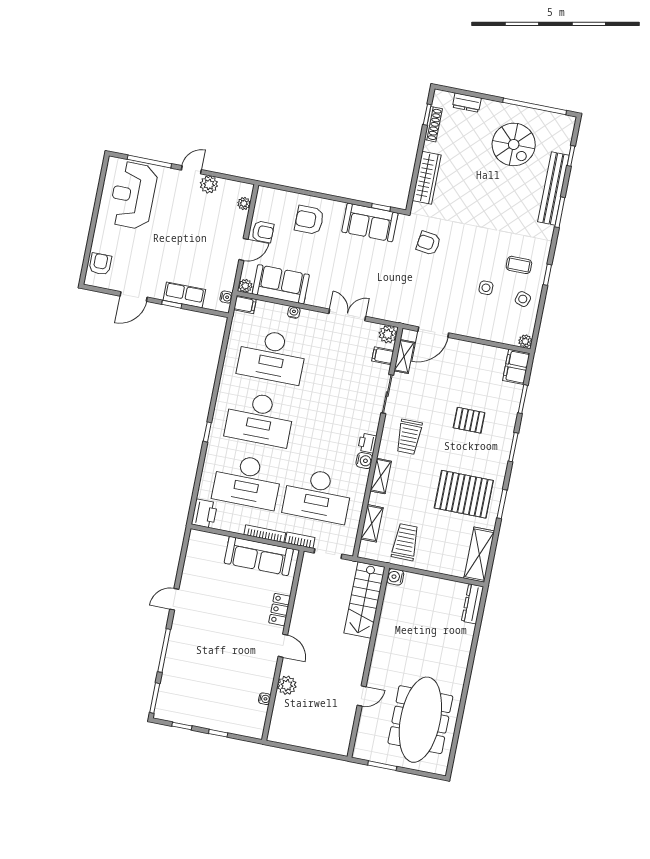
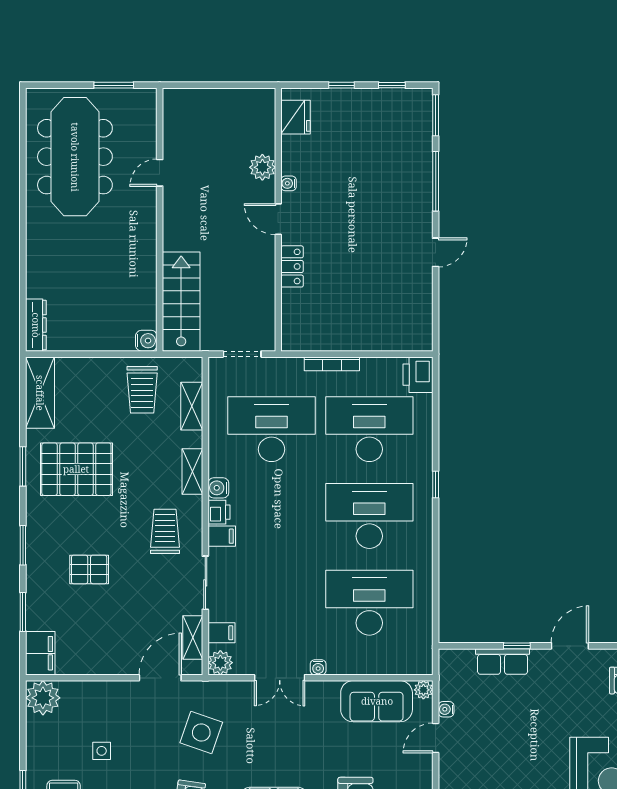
armchair: (263, 232) -> (414, 767), removed
water cooler: (226, 297) -> (446, 709), moved
side table: (523, 299) -> (201, 732), moved, width x1.87, depth x1.87
filing cabinet: (245, 304) -> (222, 536), moved, turned 180
water cooler: (294, 312) -> (318, 667), moved
plant: (525, 341) -> (43, 698), width x1.88, depth x1.88
bookcase: (300, 540) -> (283, 365), removed
sofa: (259, 556) -> (334, 332), removed
water cooler: (265, 699) -> (289, 183), moved
fridge: (256, 717) -> (296, 117), added

